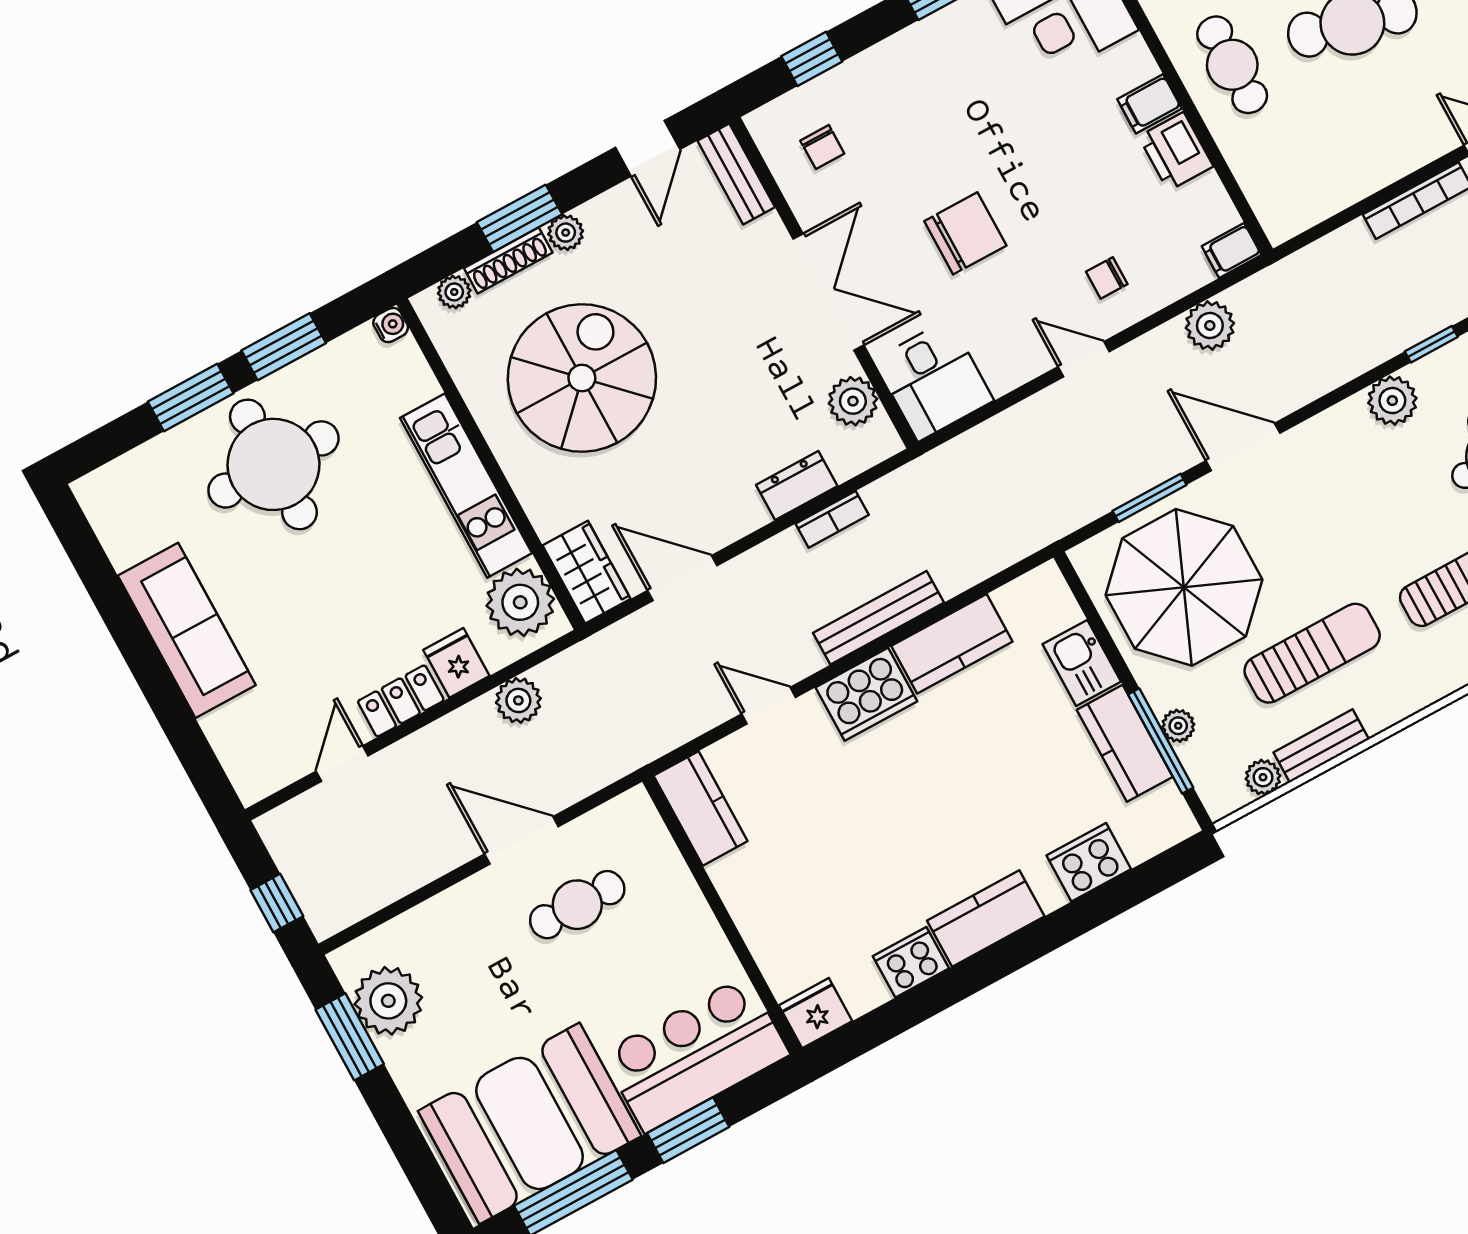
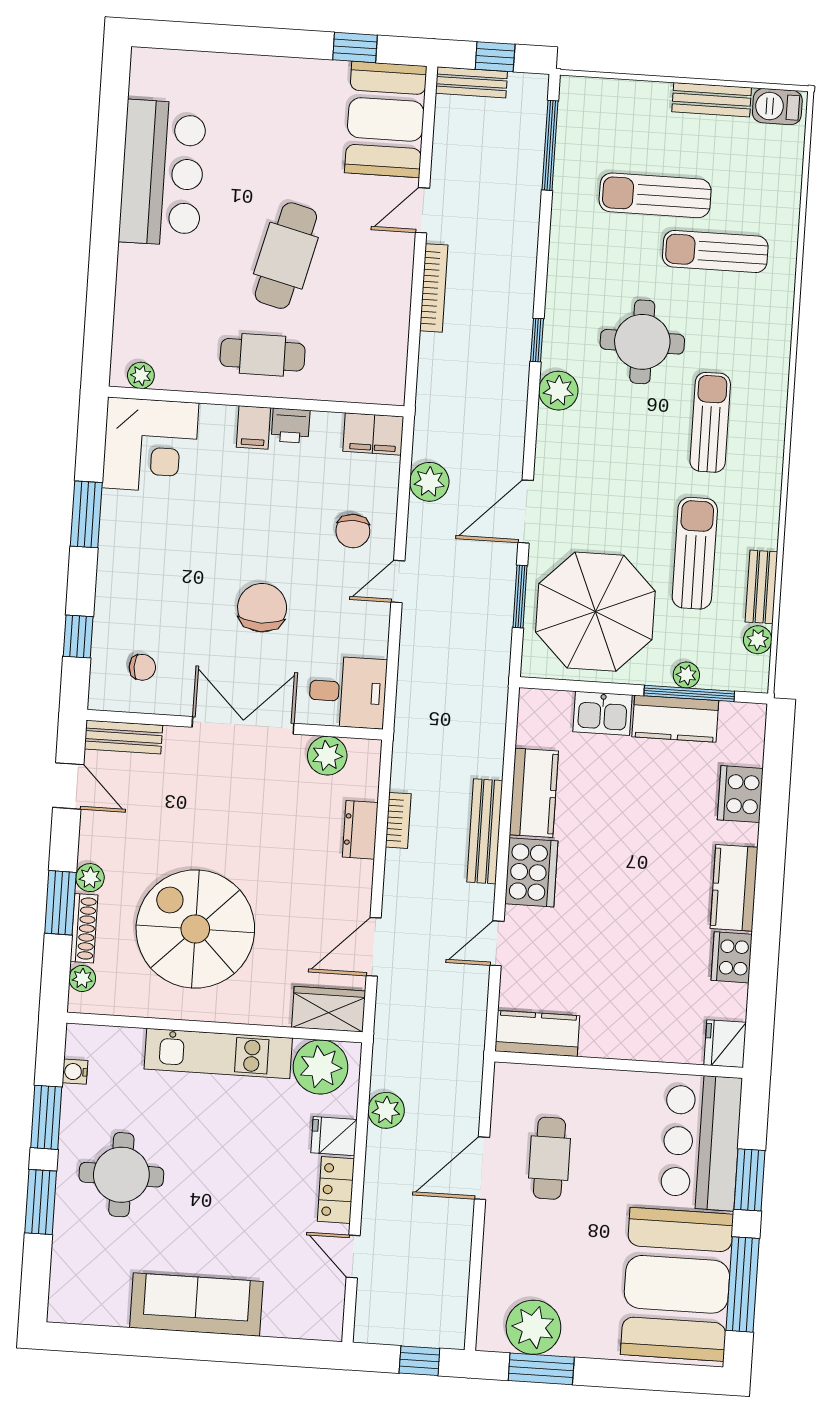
printer: (1176, 151) -> (291, 426), width x0.73, depth x0.81
filing cabinet: (1232, 250) -> (373, 434), width x2.00
chair: (1107, 278) -> (353, 531), width x1.37, depth x1.37
water cooler: (391, 325) -> (75, 1072), moved, turned -90
round table: (273, 464) -> (121, 1175), width x0.73, depth x0.73

